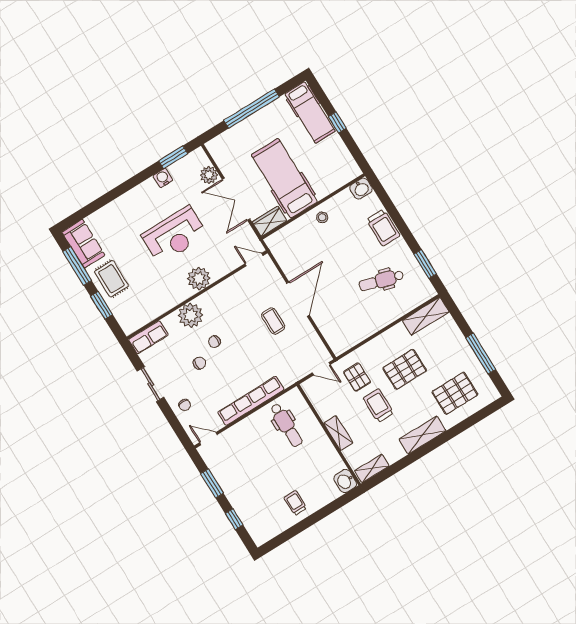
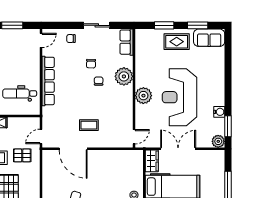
plant: (209, 175) -> (218, 141), moved
reception desk: (174, 235) -> (180, 97), width x1.36, depth x1.30
window: (77, 266) -> (198, 25), width x0.69
door: (298, 299) -> (73, 149), moved

